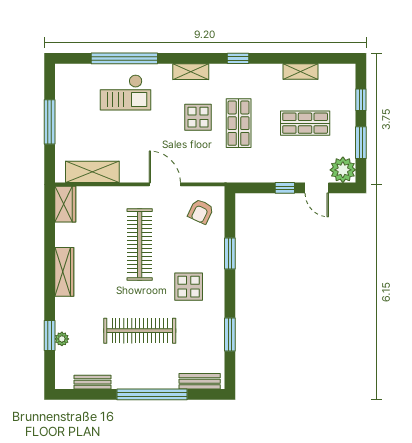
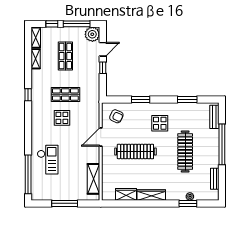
window: (124, 58) -> (28, 174), moved
shelving: (191, 72) -> (36, 38), moved
window: (361, 143) -> (77, 24), width x1.44
wardrobe: (65, 204) -> (126, 194), moved

